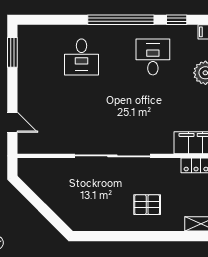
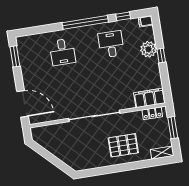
door: (12, 122) -> (23, 104), width x1.88
pallet: (147, 205) -> (123, 145), width x1.50, depth x1.42

